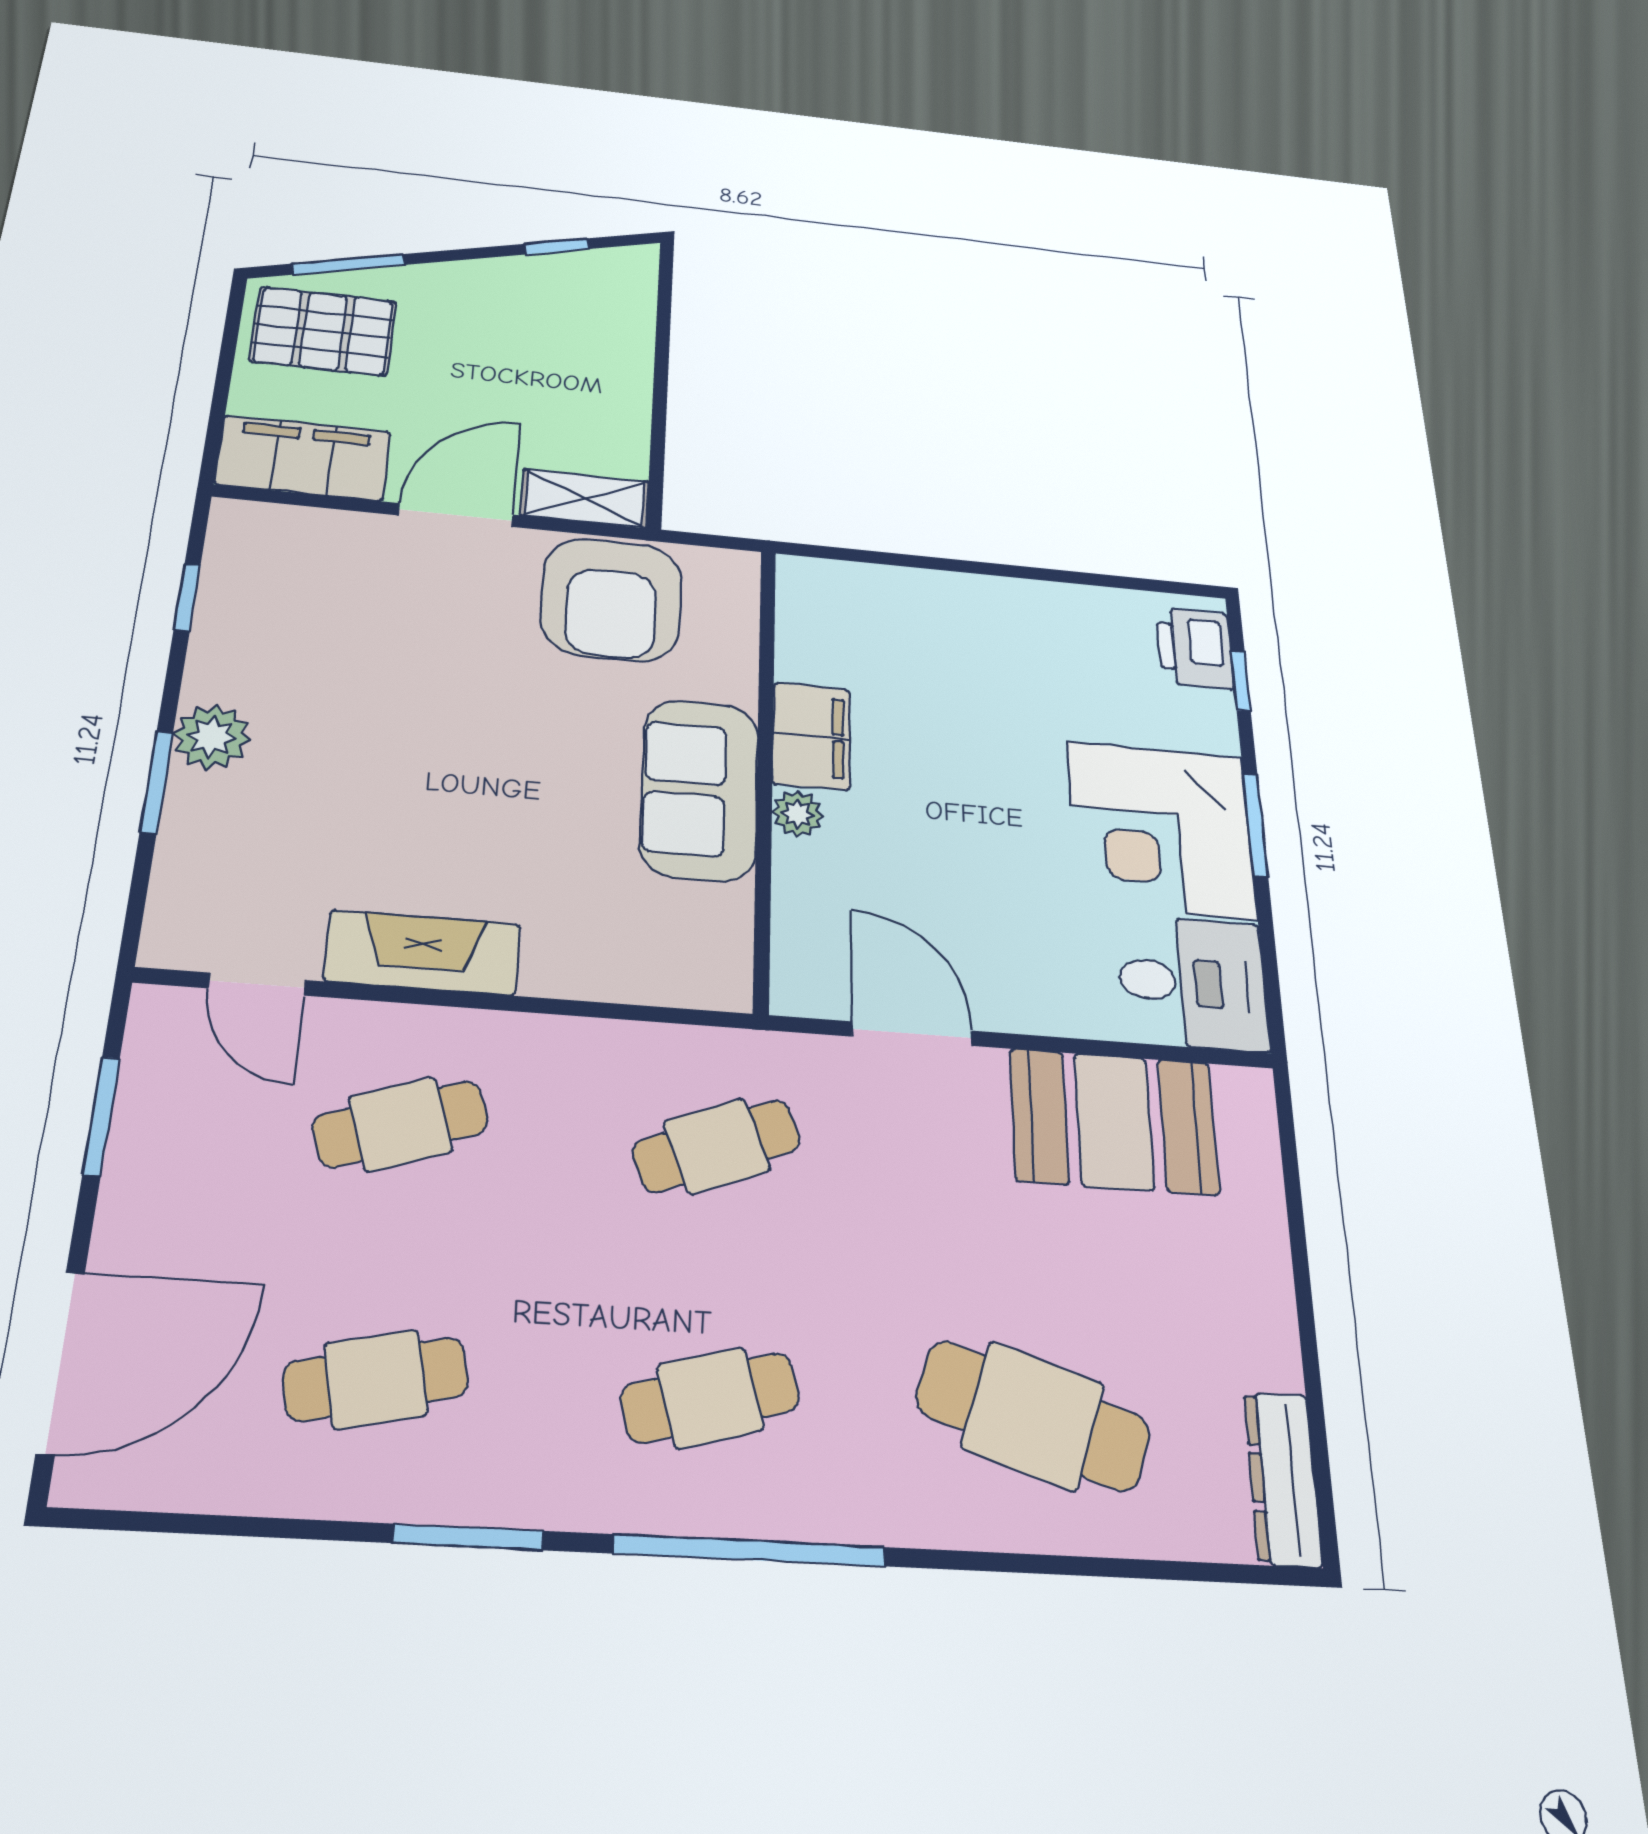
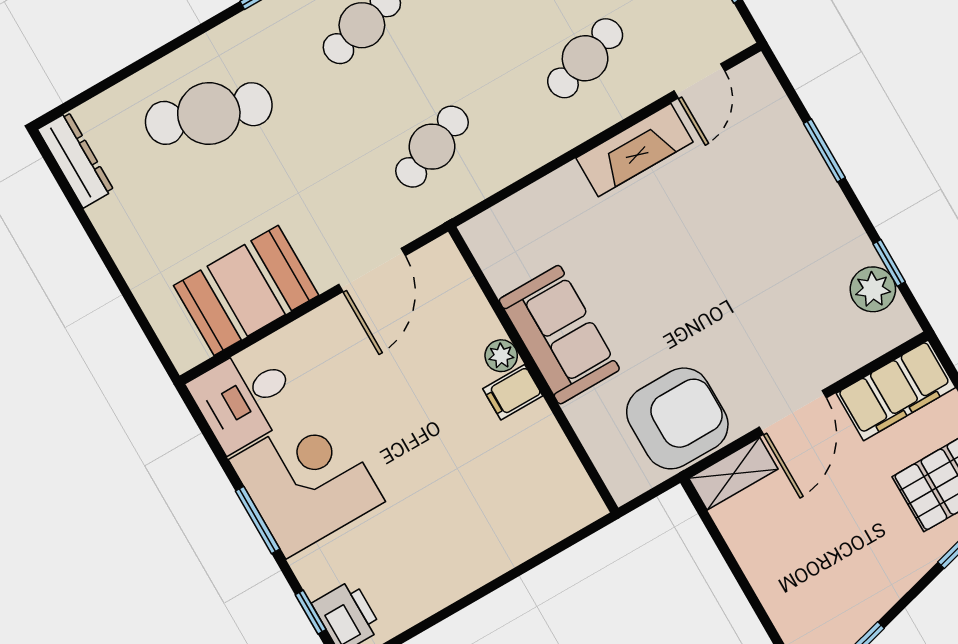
armchair: (611, 599) -> (677, 418), turned 90
filing cabinet: (811, 736) -> (513, 392), width x0.50
plant: (211, 737) -> (873, 289), moved
door: (257, 984) -> (699, 81), swing flipped
door: (912, 1034) -> (372, 270), hinge flipped

